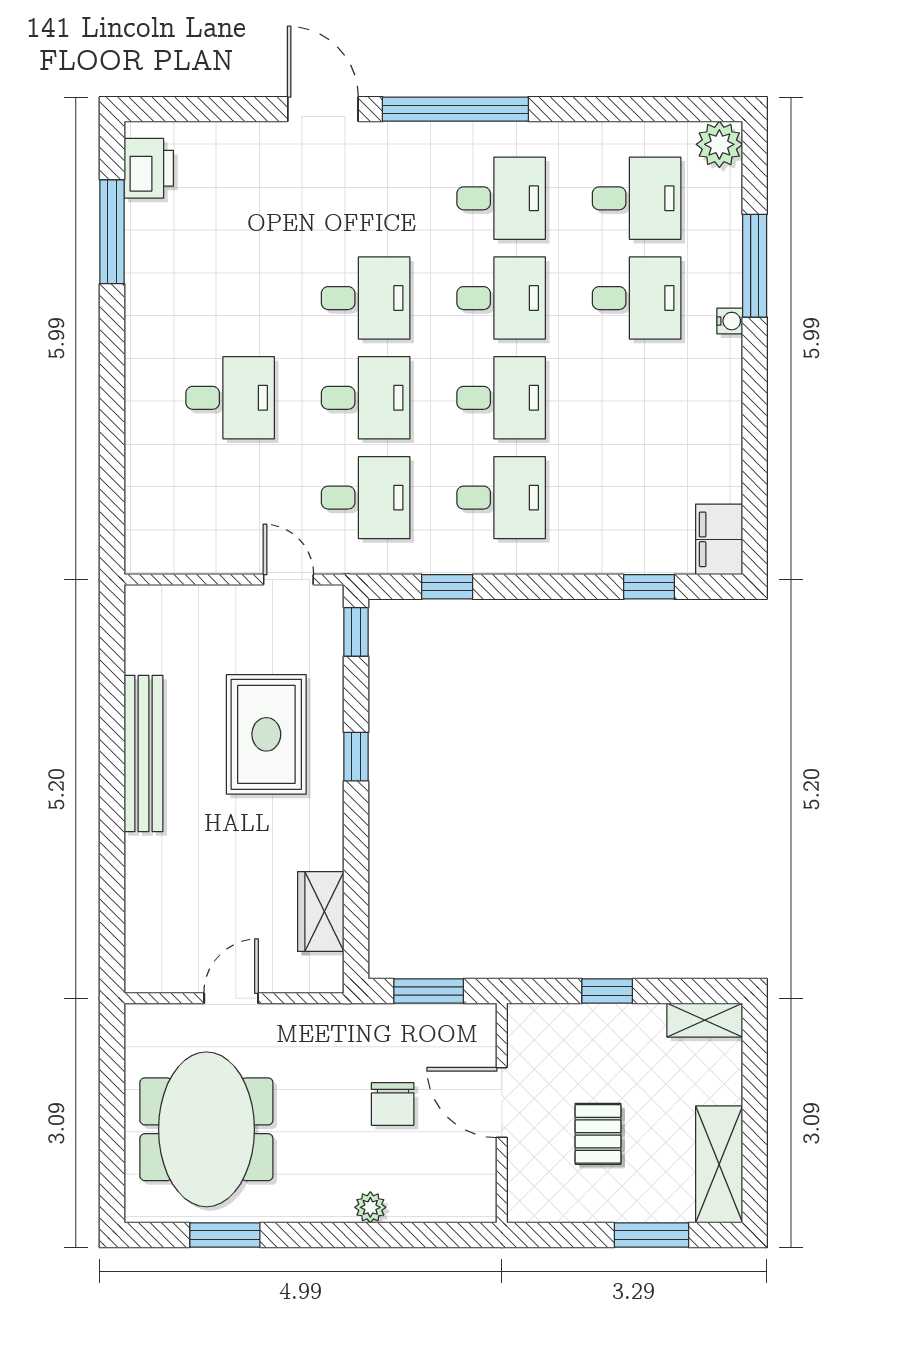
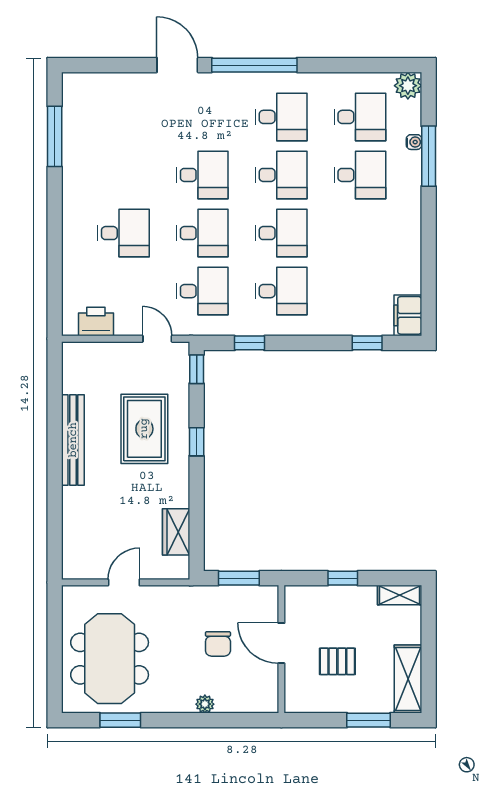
printer: (149, 168) -> (96, 322), moved, turned -90
water cooler: (730, 321) -> (414, 142), moved
pallet: (598, 1134) -> (337, 661), turned 90

